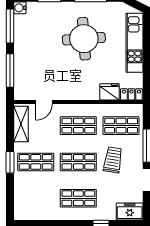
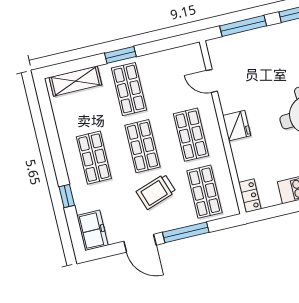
fridge: (109, 92) -> (237, 126), moved
shelving: (21, 124) -> (75, 81), moved
trolley: (113, 160) -> (156, 192), turned 152

